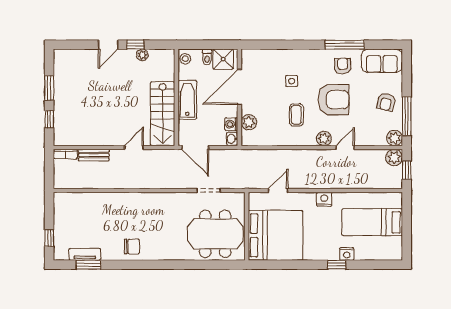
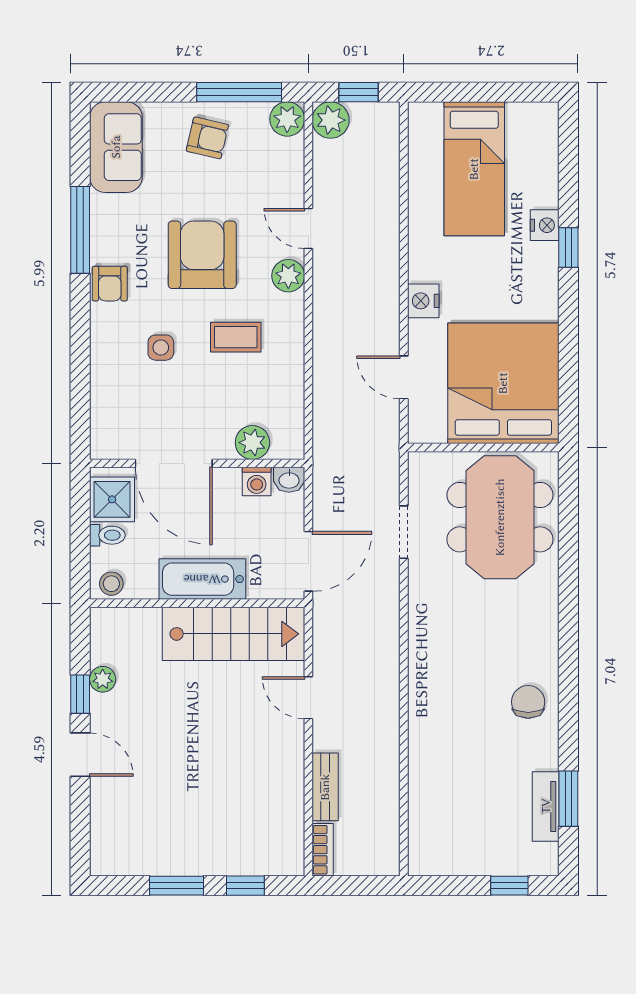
armchair: (343, 66) -> (110, 284), moved, turned -90
nightstand: (324, 199) -> (423, 301), moved

